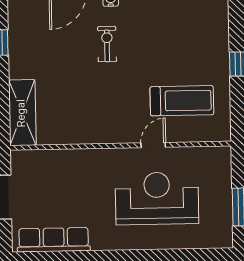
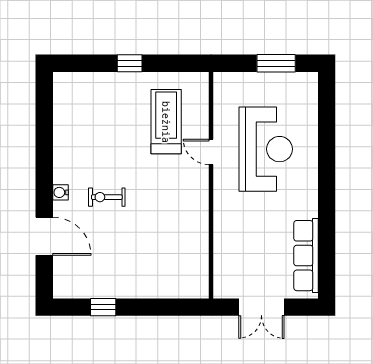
shelving: (22, 113) -> (175, 285), removed
reception desk: (157, 198) -> (266, 149), turned 180

